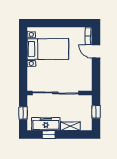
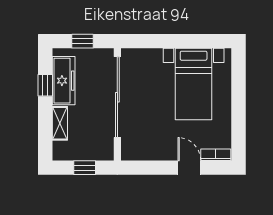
door: (96, 51) -> (189, 168), hinge flipped

